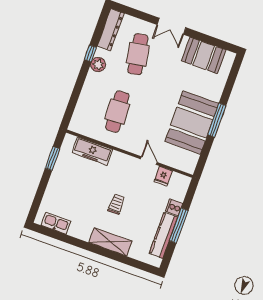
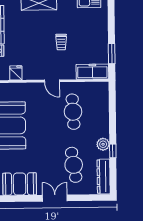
freezer: (92, 151) -> (92, 72), moved
door: (149, 161) -> (52, 81), moved
trolley: (116, 204) -> (61, 42), moved

